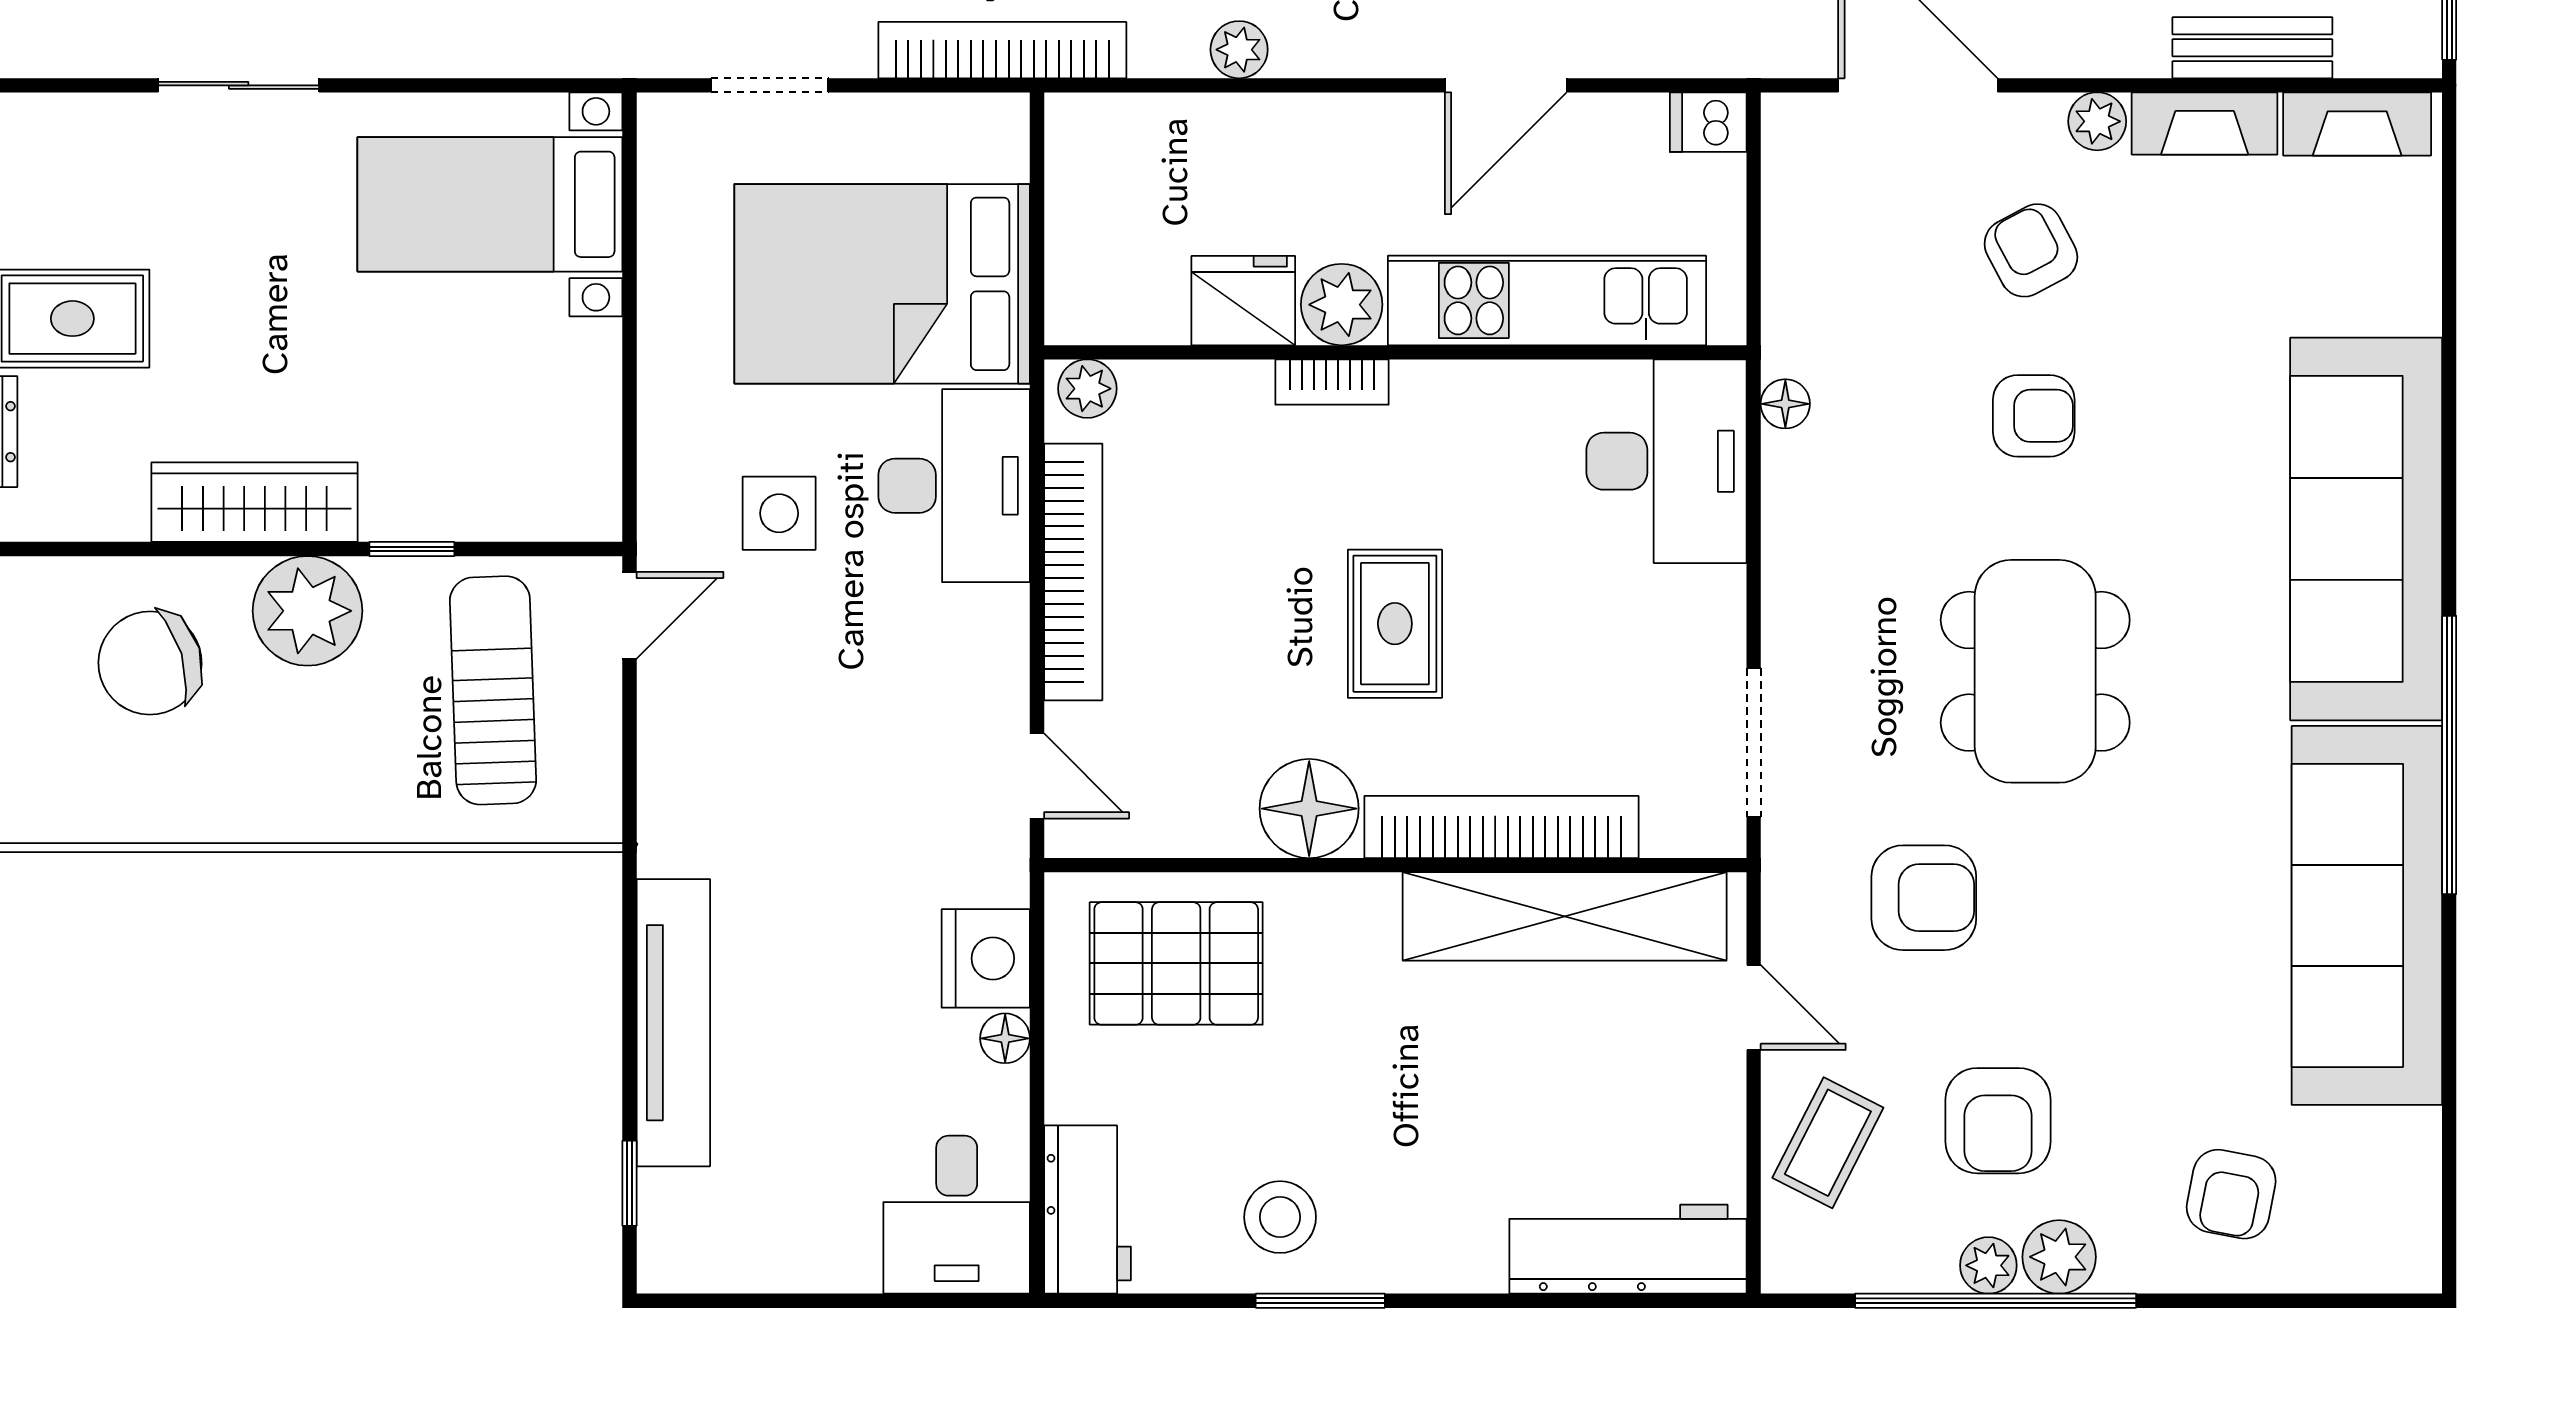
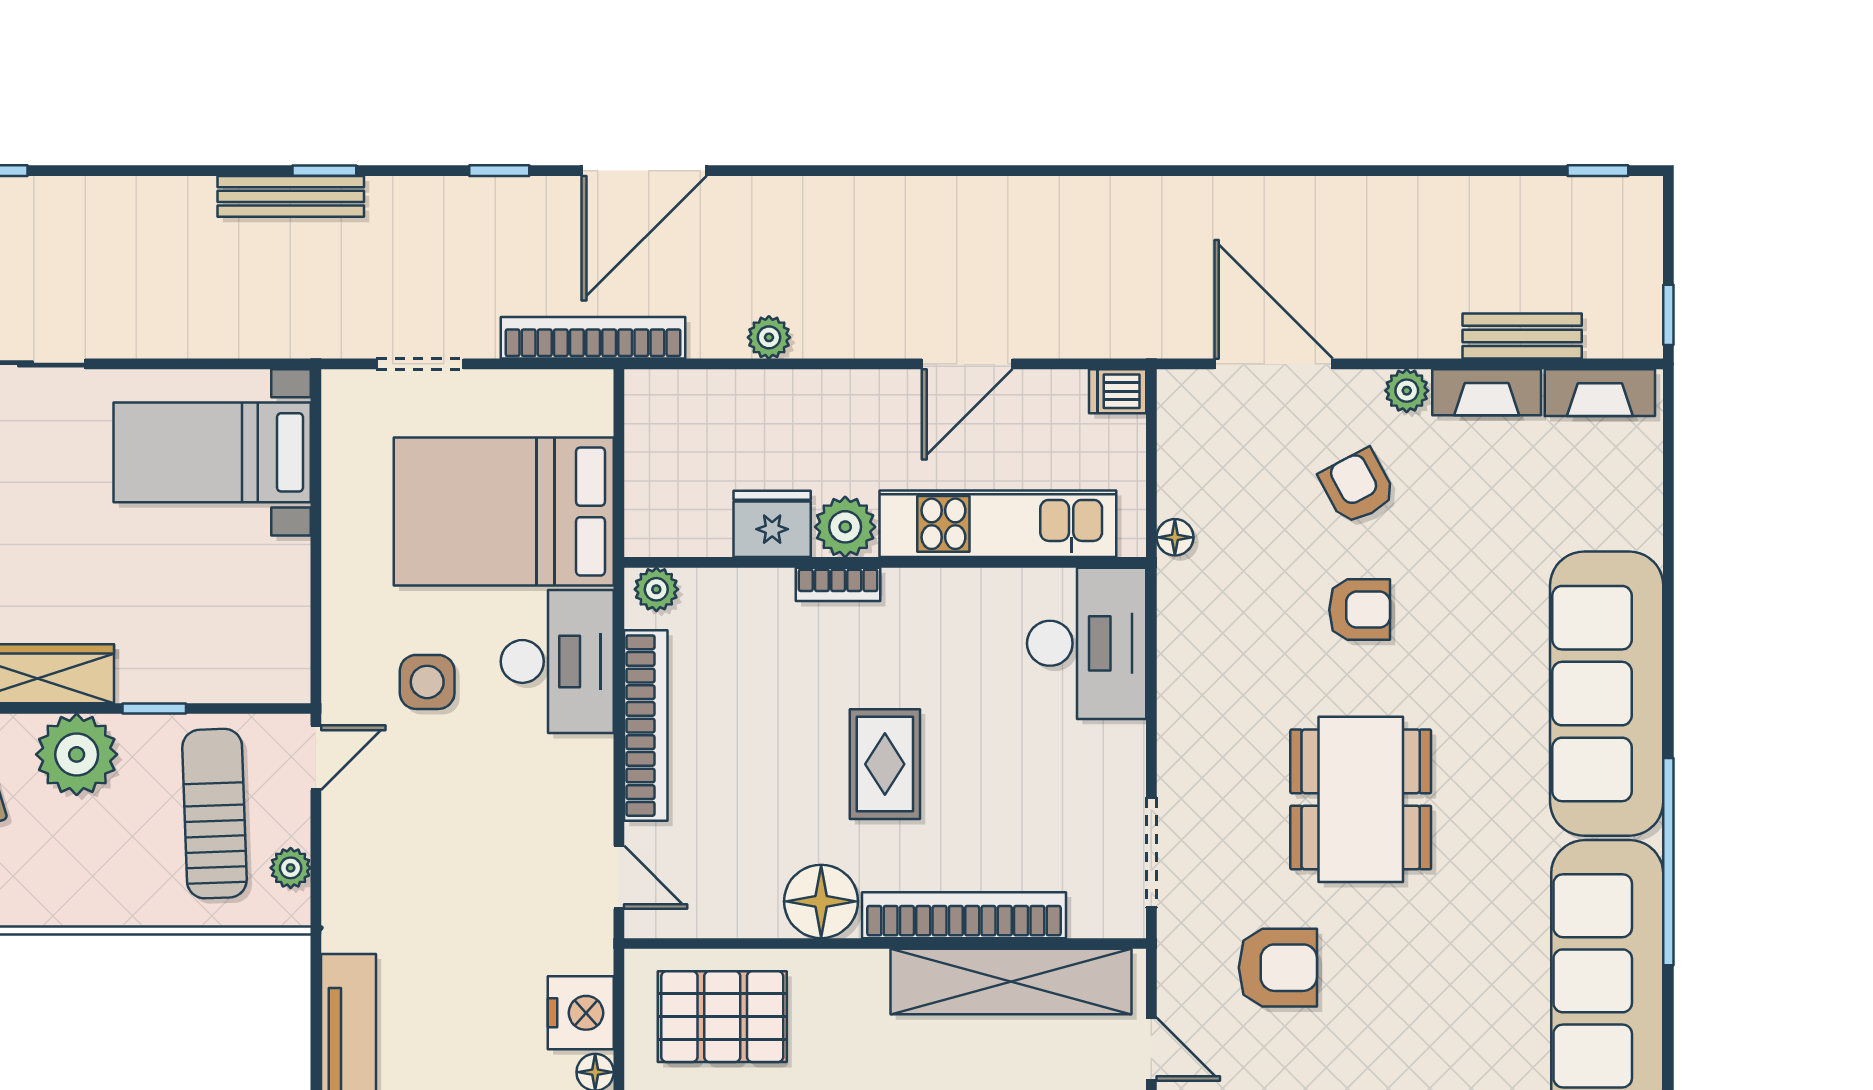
floor lamp: (1785, 404) -> (1175, 537), moved
plant: (595, 763) -> (291, 868), added

